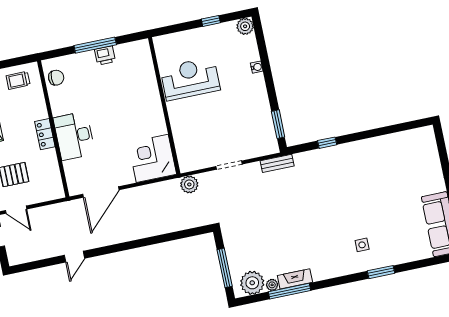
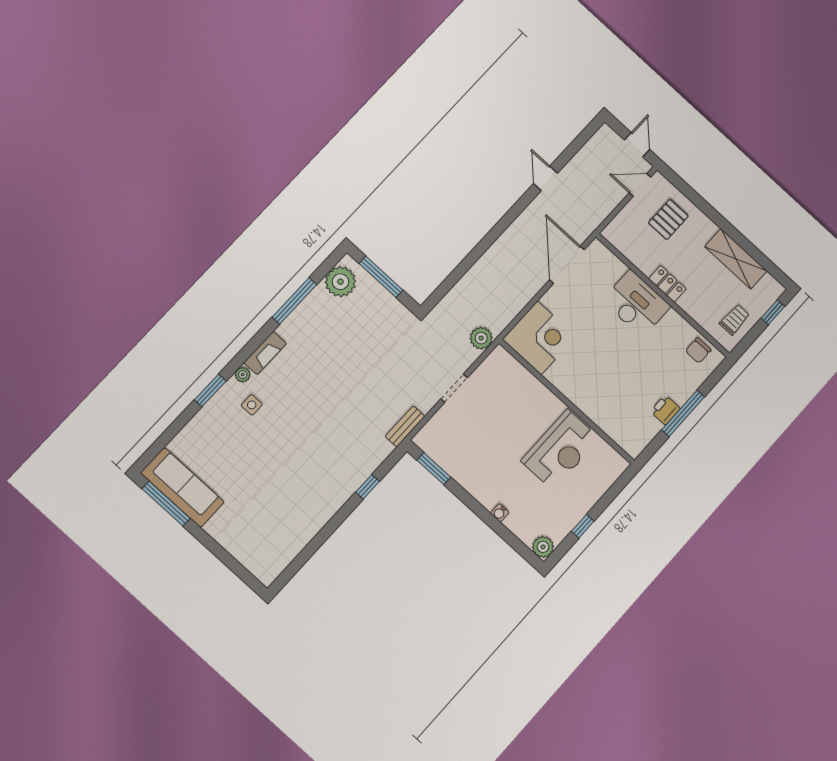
fireplace: (295, 279) -> (265, 353), moved
plant: (272, 285) -> (243, 375), moved

